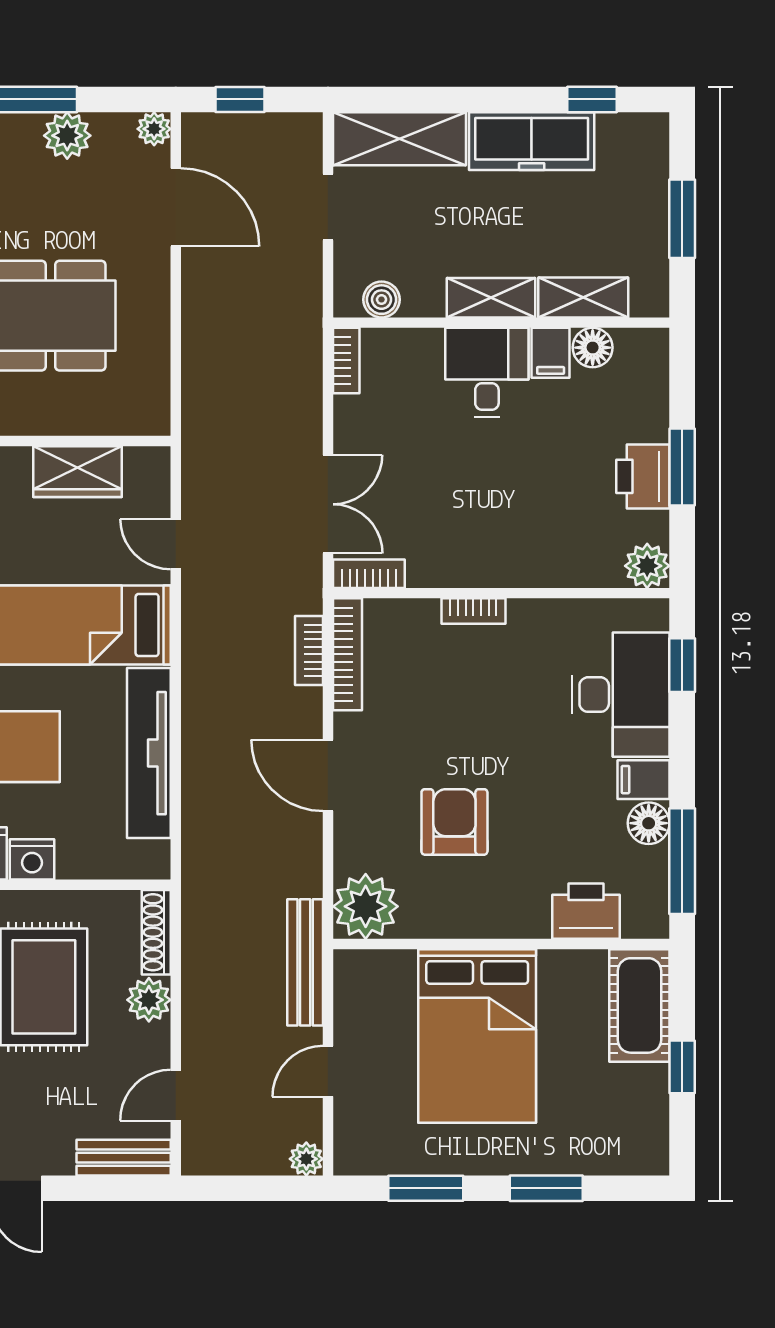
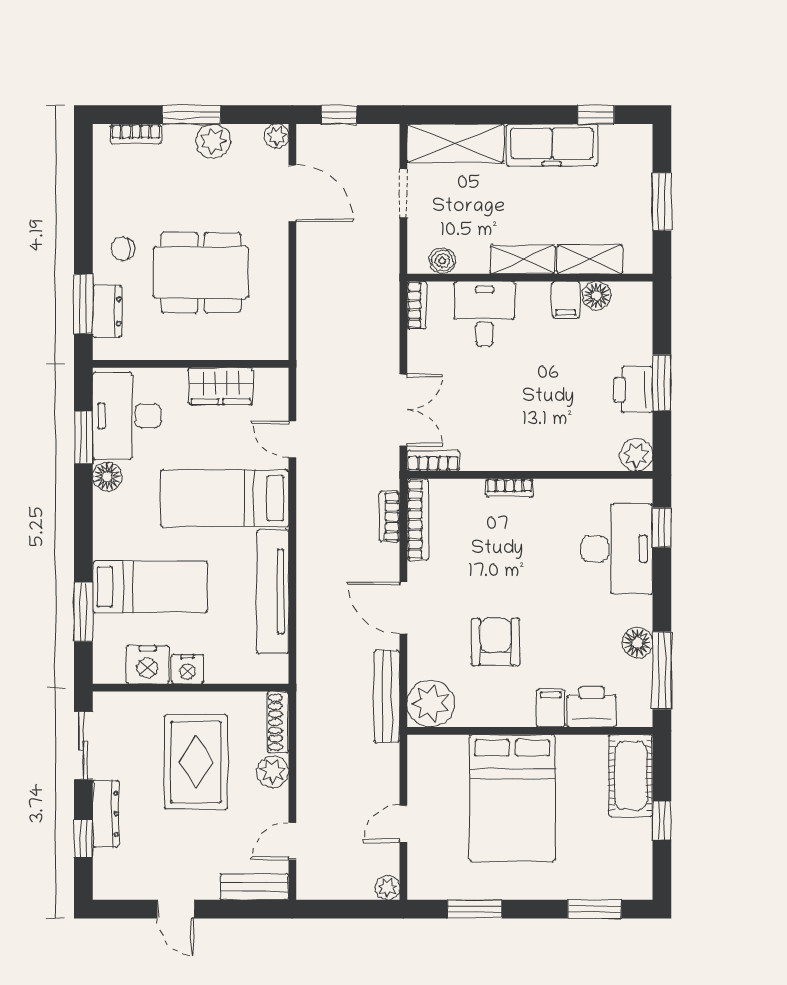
desk: (487, 372) -> (484, 314), moved
filing cabinet: (644, 780) -> (550, 708), moved, turned 90
bench: (305, 962) -> (387, 696), moved
window: (546, 1188) -> (595, 909), moved

